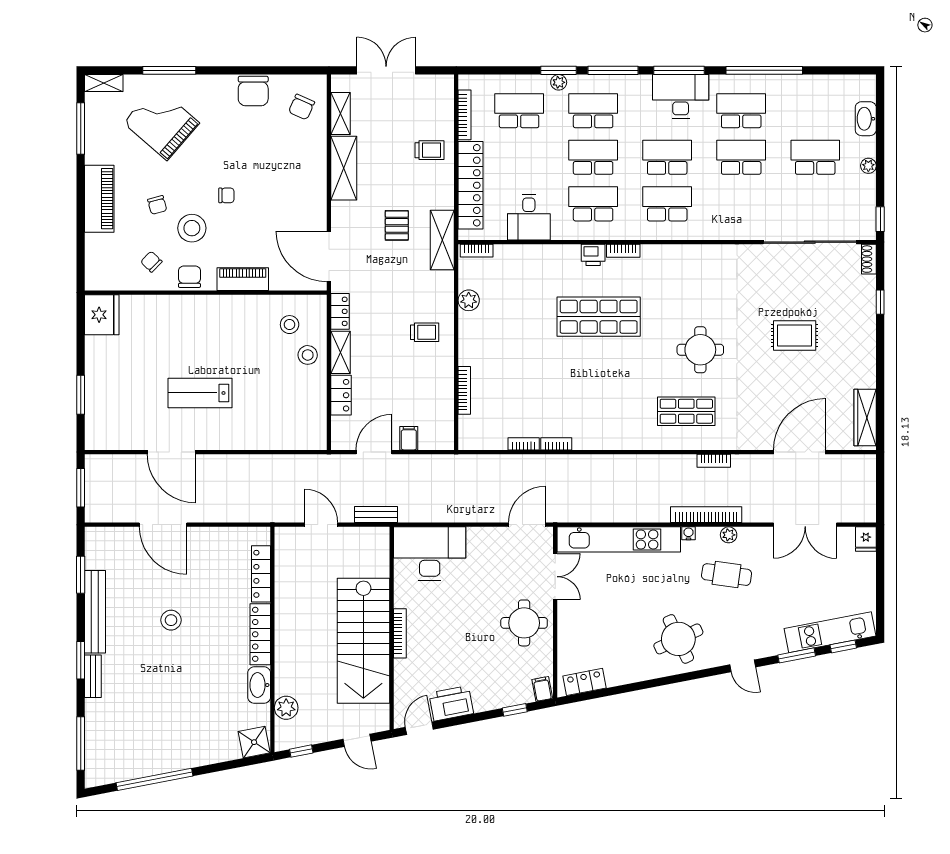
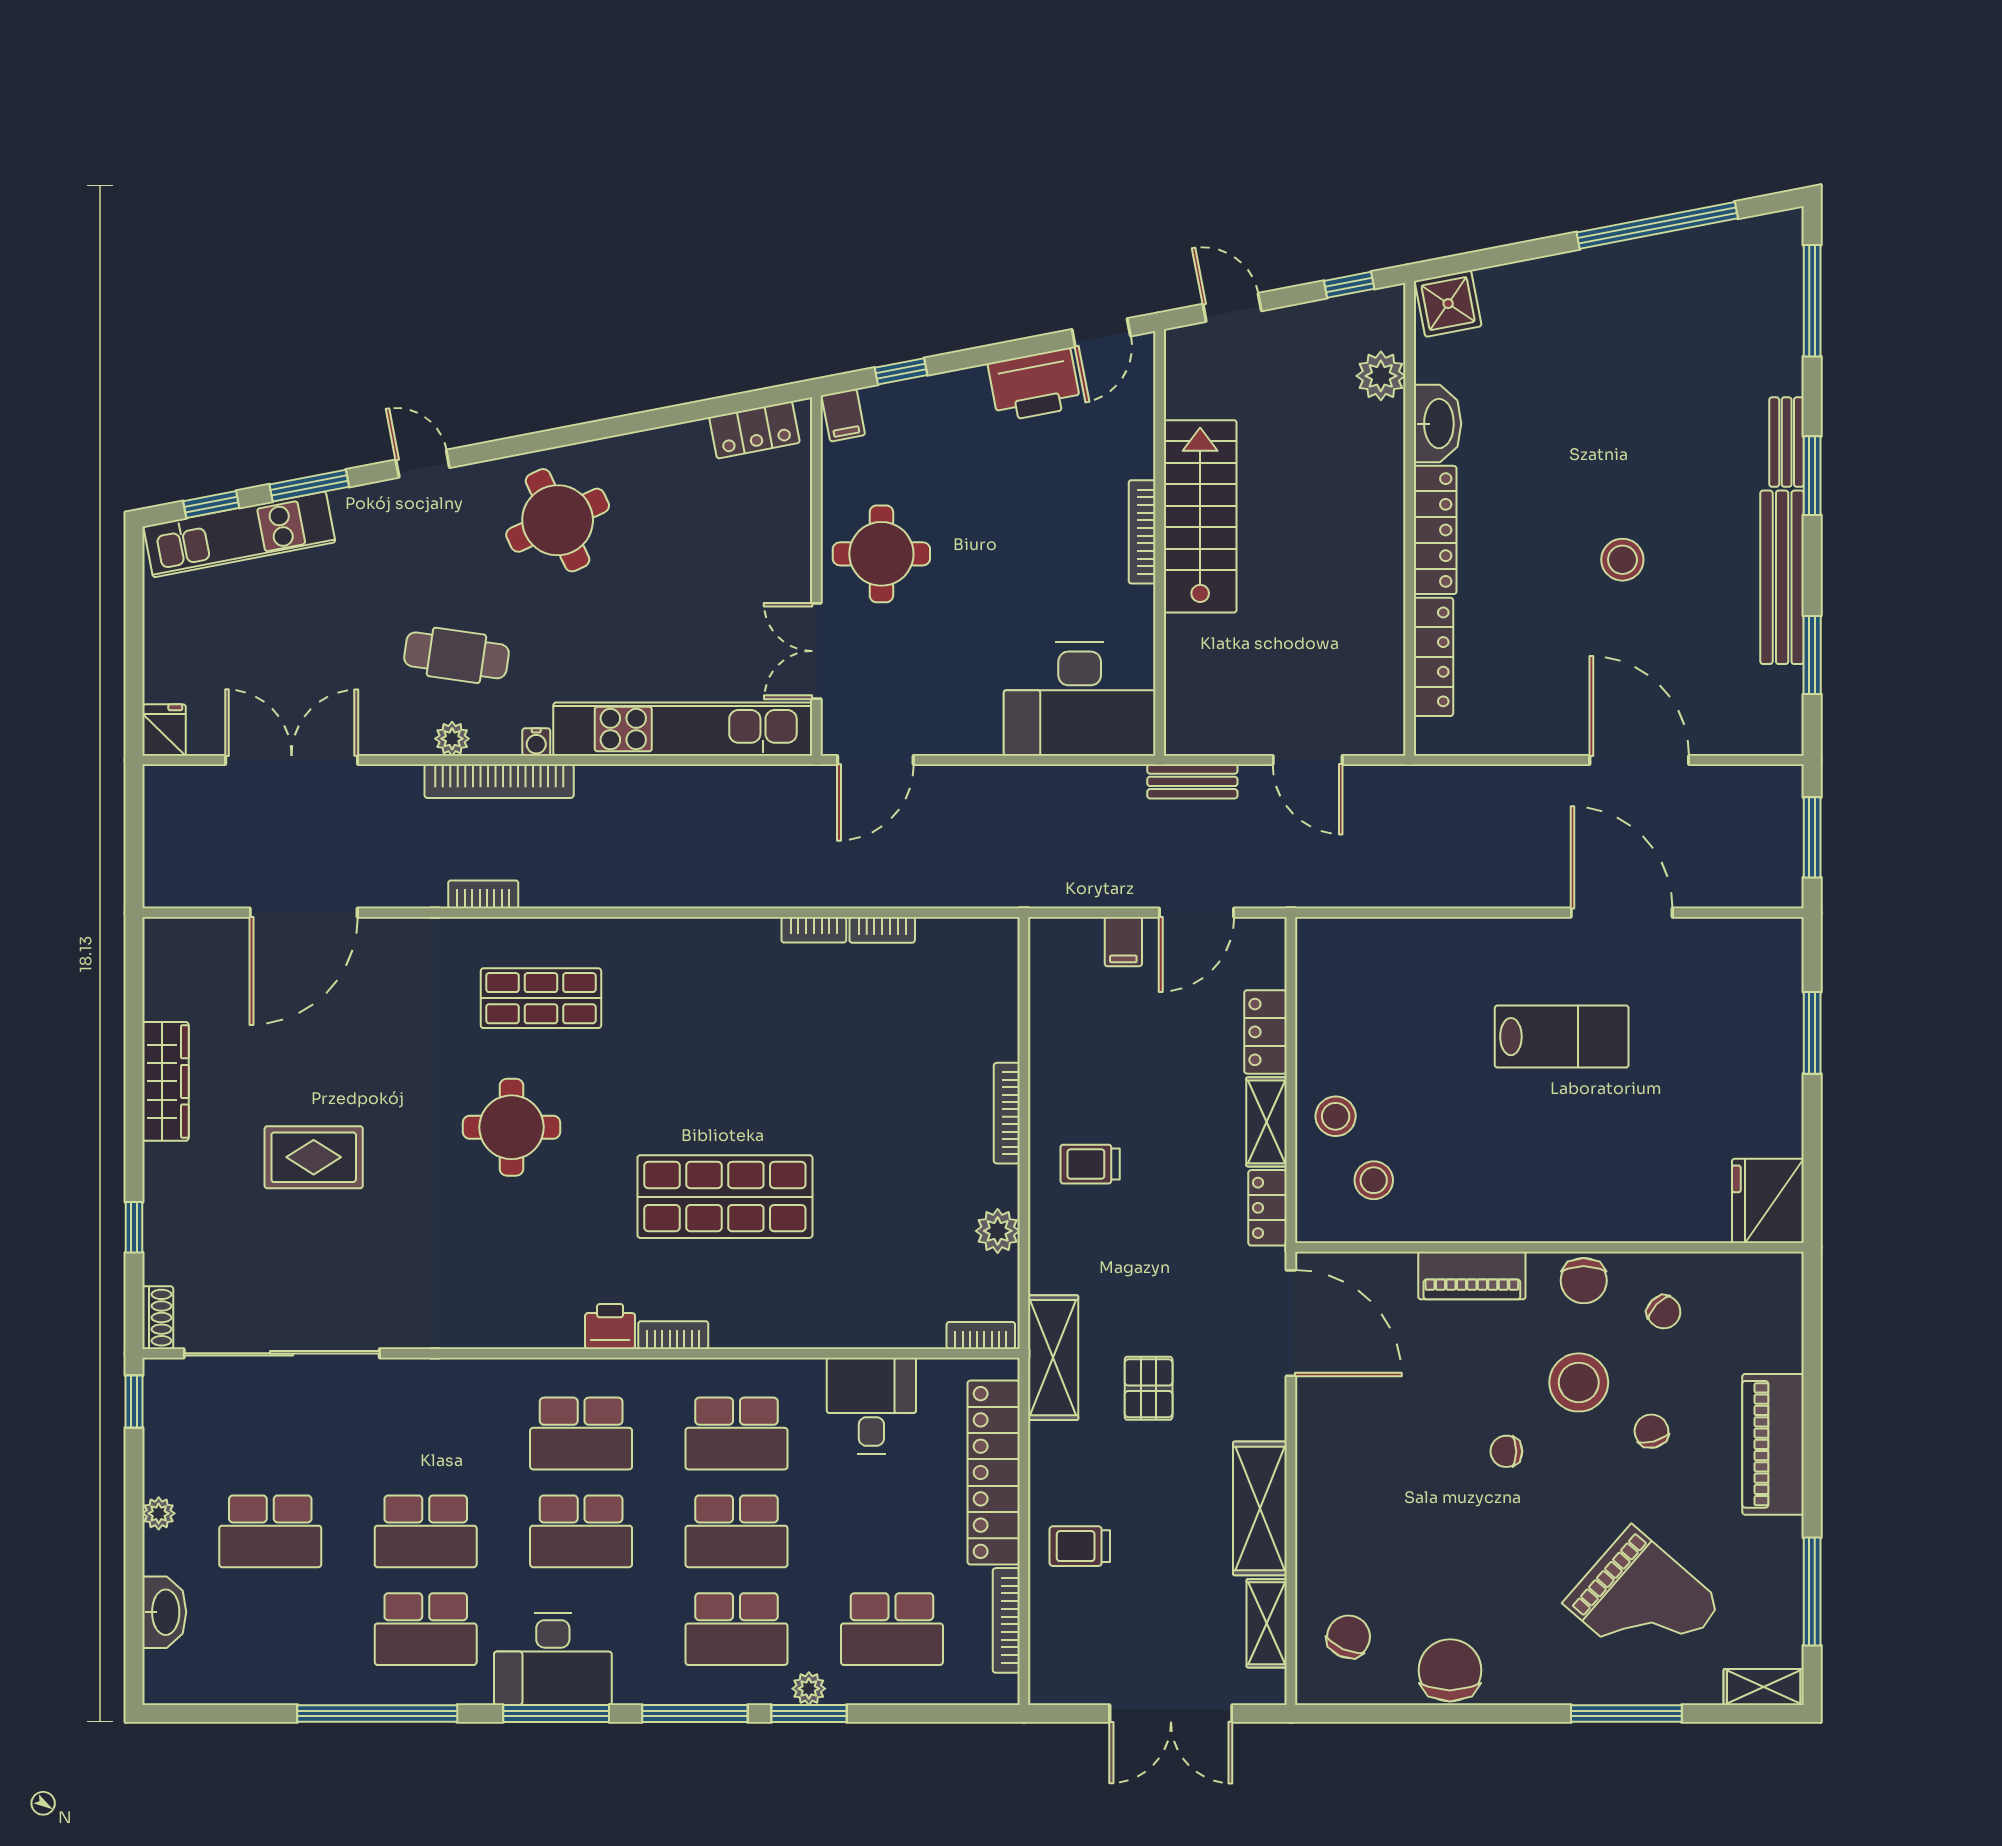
printer: (593, 255) -> (610, 1326), moved
bookcase: (464, 390) -> (1007, 1113), moved
wardrobe: (865, 417) -> (165, 1081), moved
stairs: (363, 641) -> (1200, 516), width x0.73, depth x0.66

